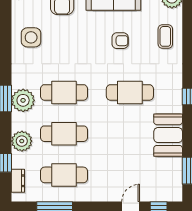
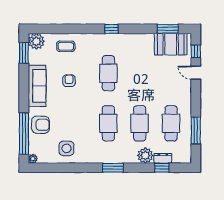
plant: (23, 100) -> (114, 154), removed
booth: (168, 135) -> (171, 44), moved
dresser: (18, 181) -> (163, 158), moved

